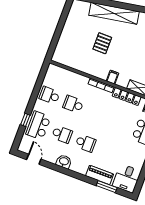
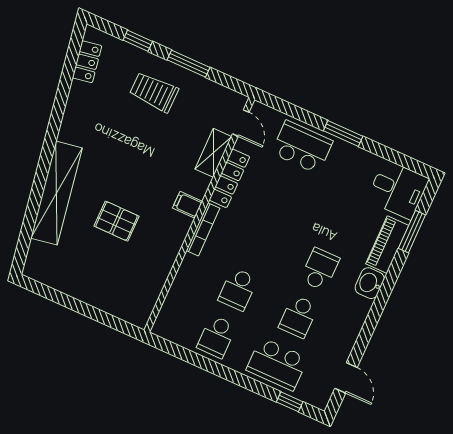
window: (25, 120) -> (290, 402), moved
school desk: (62, 134) -> (298, 317), turned 180
door: (34, 159) -> (346, 378), swing flipped
washbasin: (64, 162) -> (370, 283), moved

